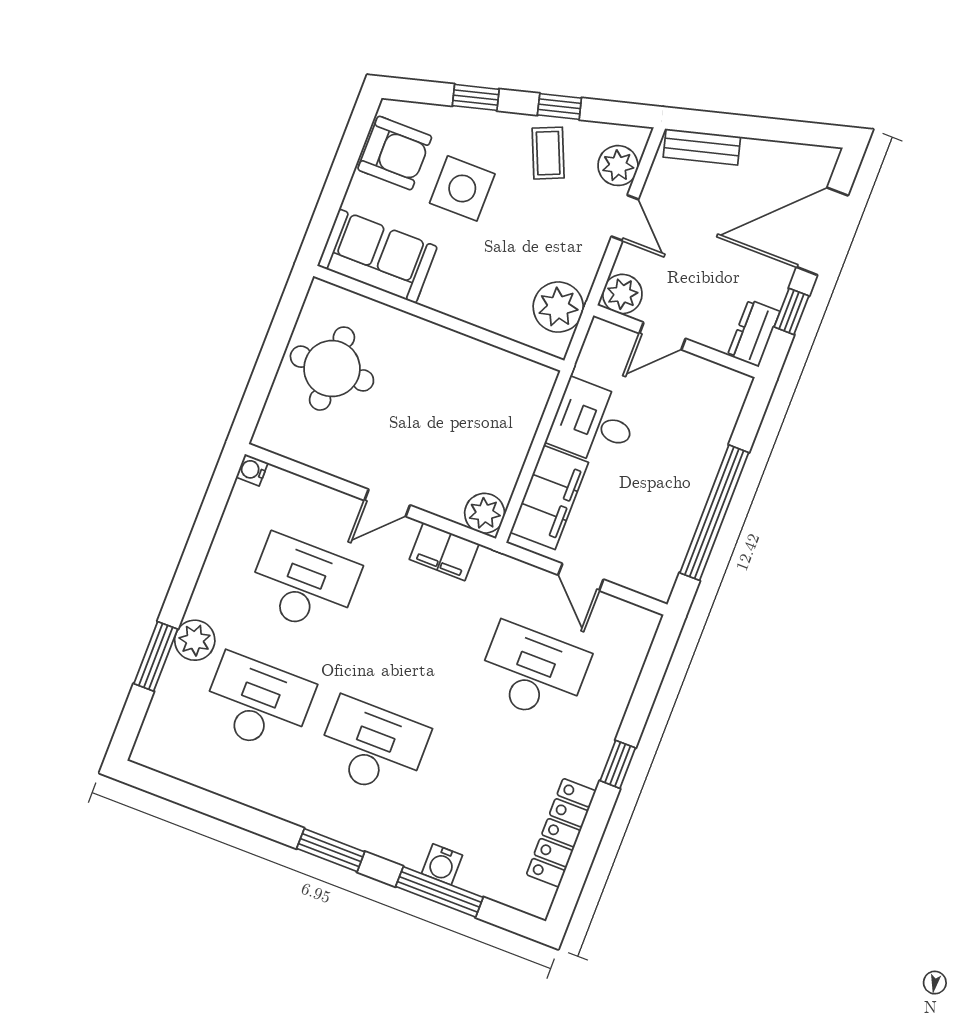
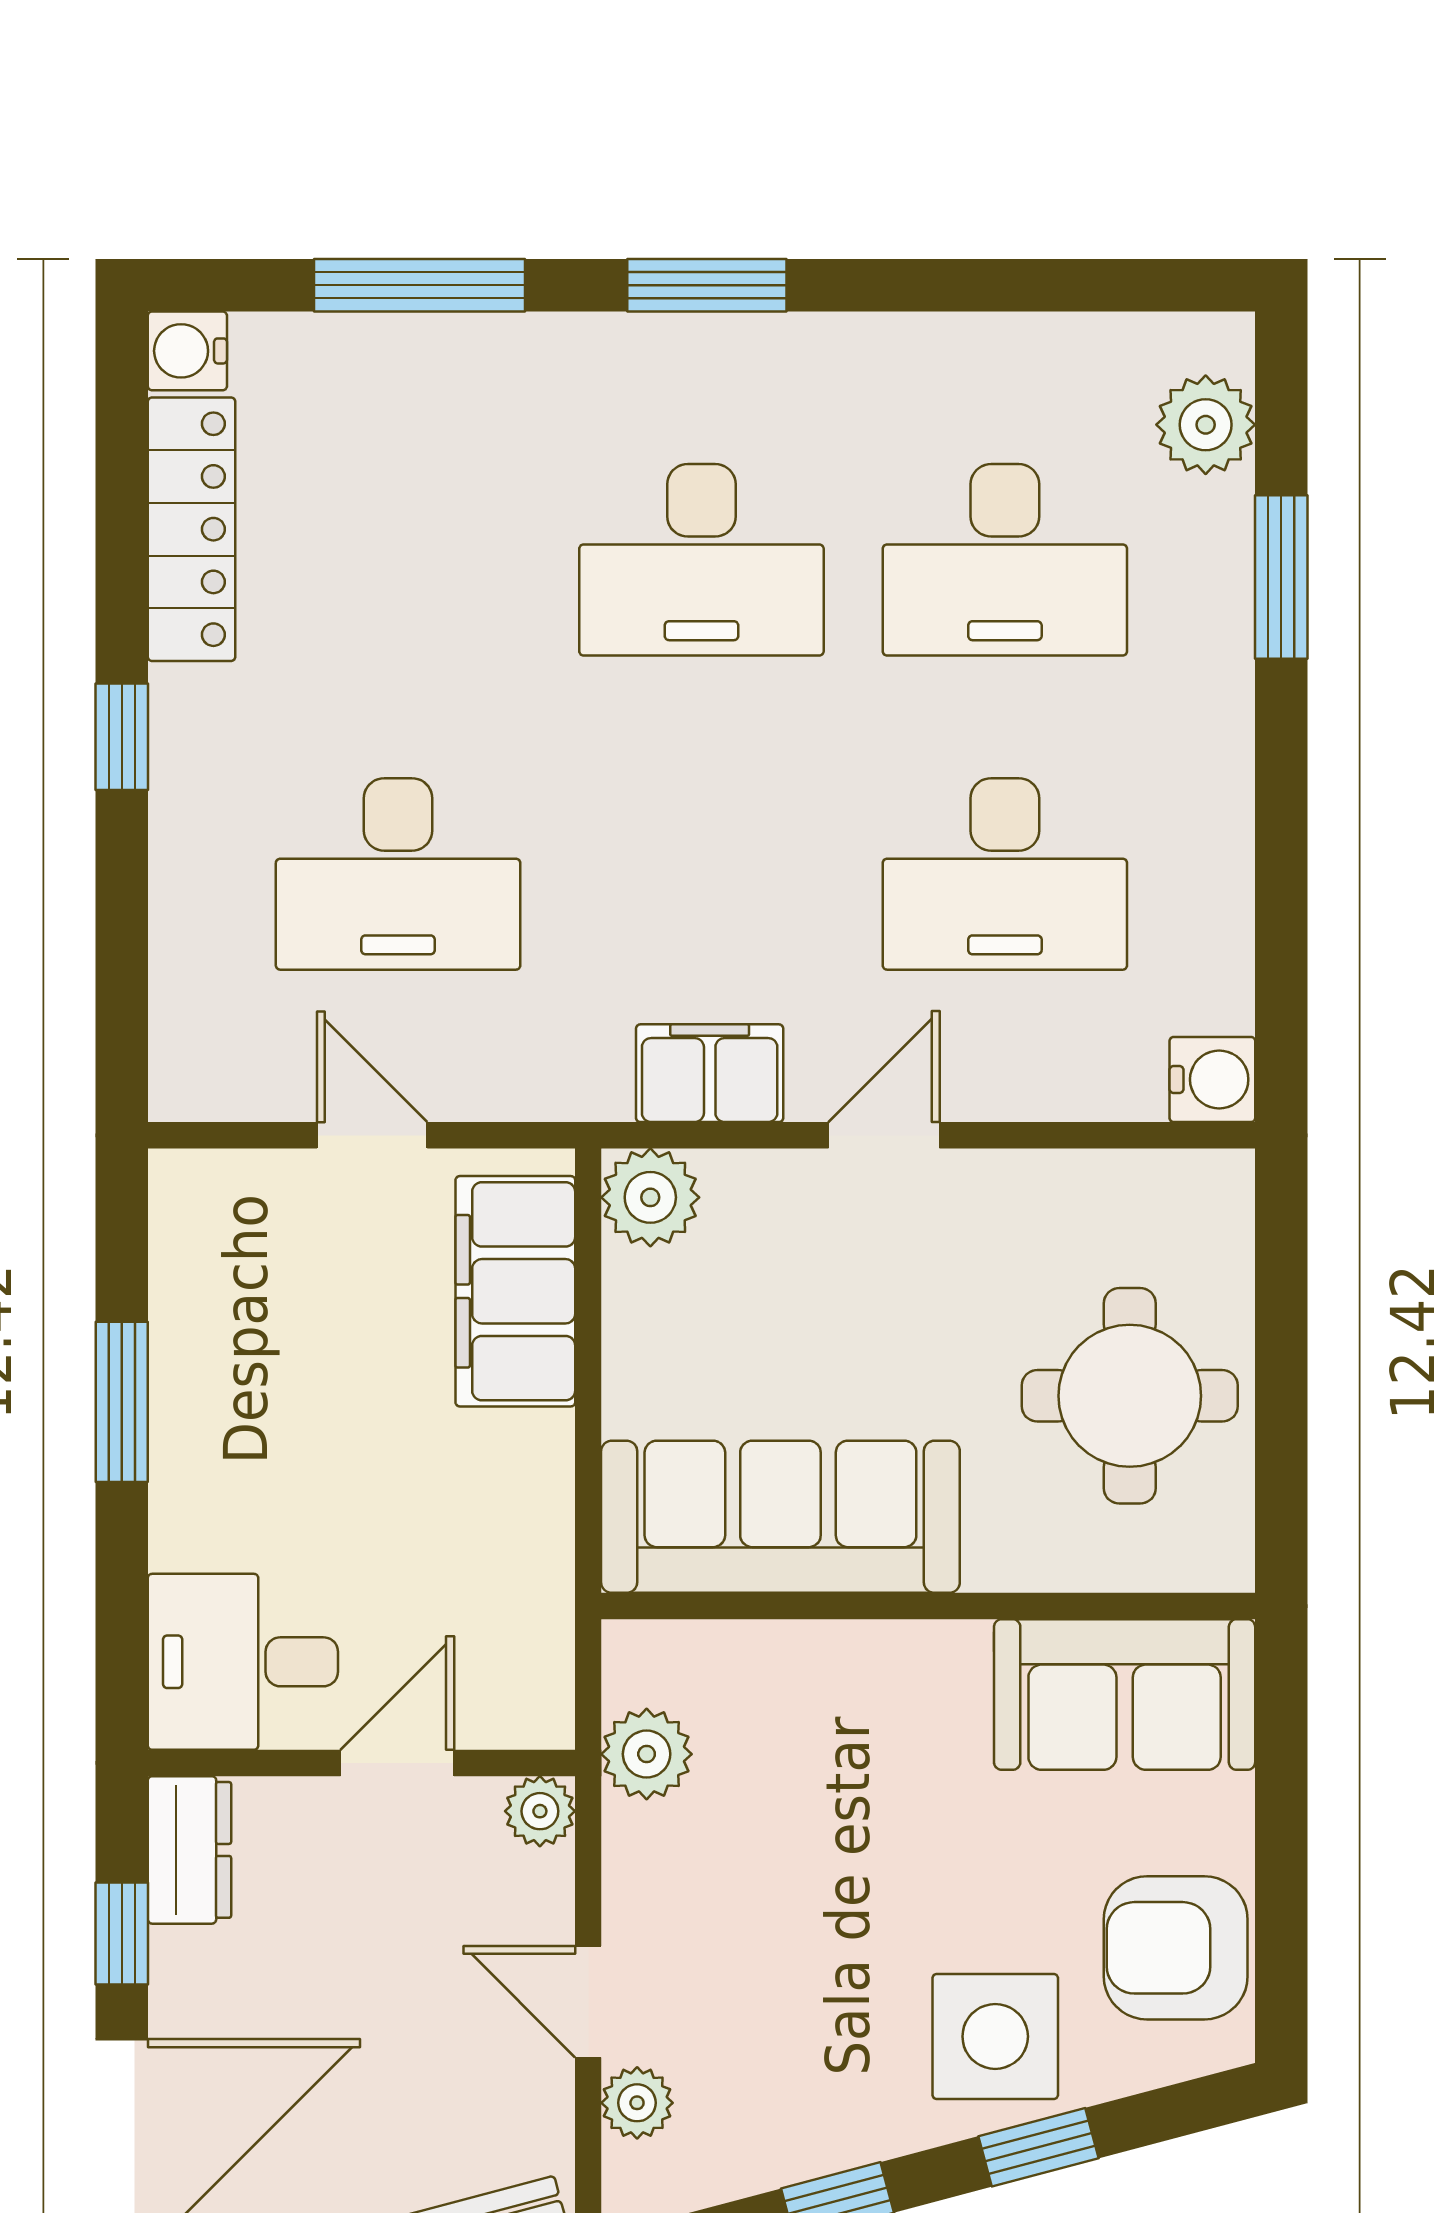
coffee table: (548, 153) -> (822, 2083), removed
plant: (618, 166) -> (637, 2103), width x0.73, depth x0.73
side table: (462, 188) -> (995, 2036), moved
plant: (622, 294) -> (540, 1811), width x0.73, depth x0.73
plant: (558, 307) -> (647, 1754), width x0.73, depth x0.73
sofa: (482, 373) -> (780, 1517), added
desk: (593, 423) -> (243, 1662), moved, turned 180
water cooler: (252, 470) -> (1212, 1079), width x1.38, depth x1.38
window: (714, 513) -> (122, 1402), width x0.47
plant: (195, 640) -> (1206, 425), moved
water cooler: (442, 864) -> (187, 351), moved, turned -90

